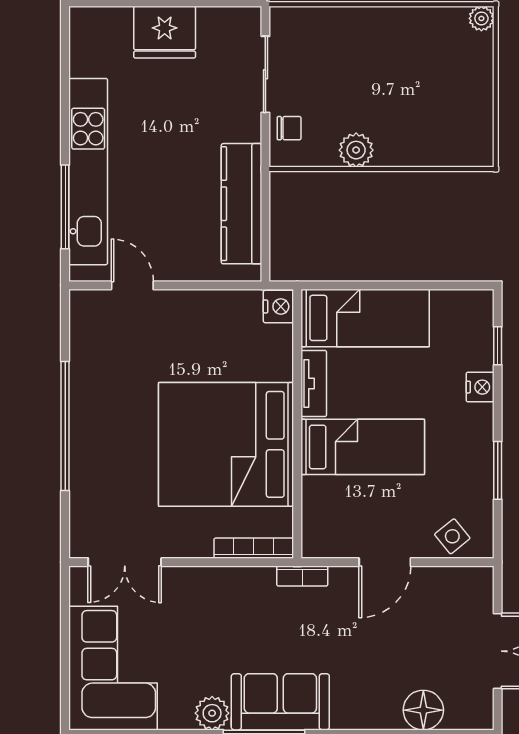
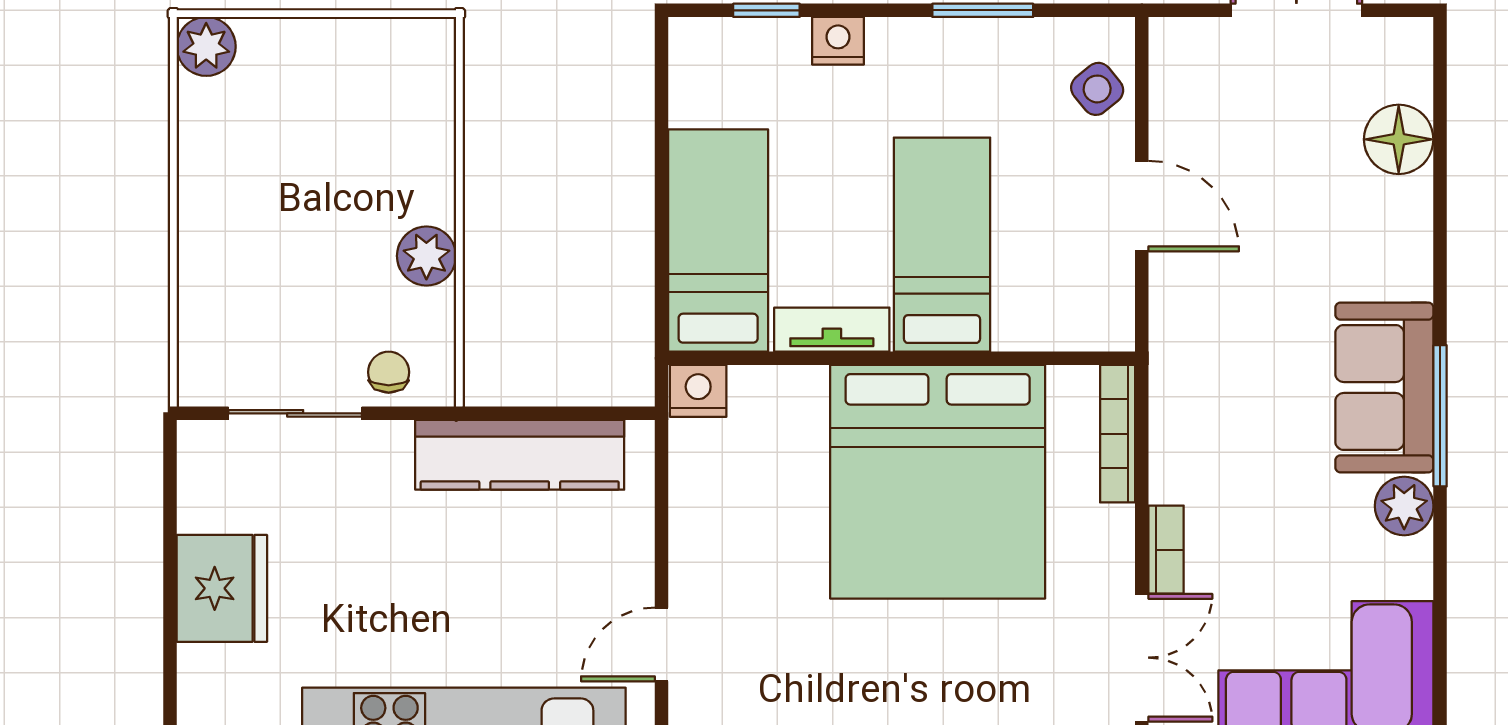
plant: (481, 18) -> (206, 46), width x1.38, depth x1.38
bookcase: (302, 576) -> (1166, 550), moved

